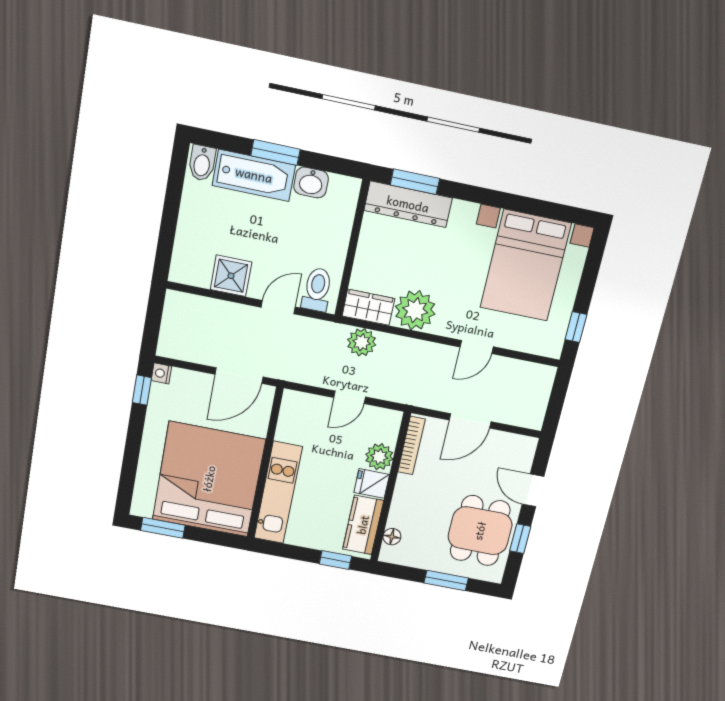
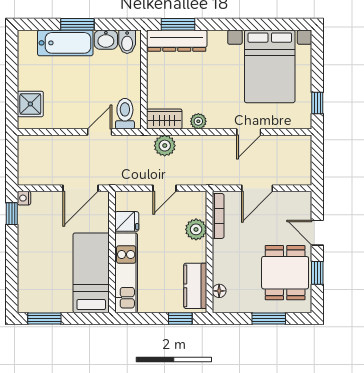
bidet: (202, 163) -> (127, 42), moved
shower: (231, 276) -> (30, 104), moved
plant: (415, 310) -> (198, 121), width x0.53, depth x0.53
bed: (209, 479) -> (91, 273), width x0.49
fridge: (372, 484) -> (127, 221), moved, turned 180

